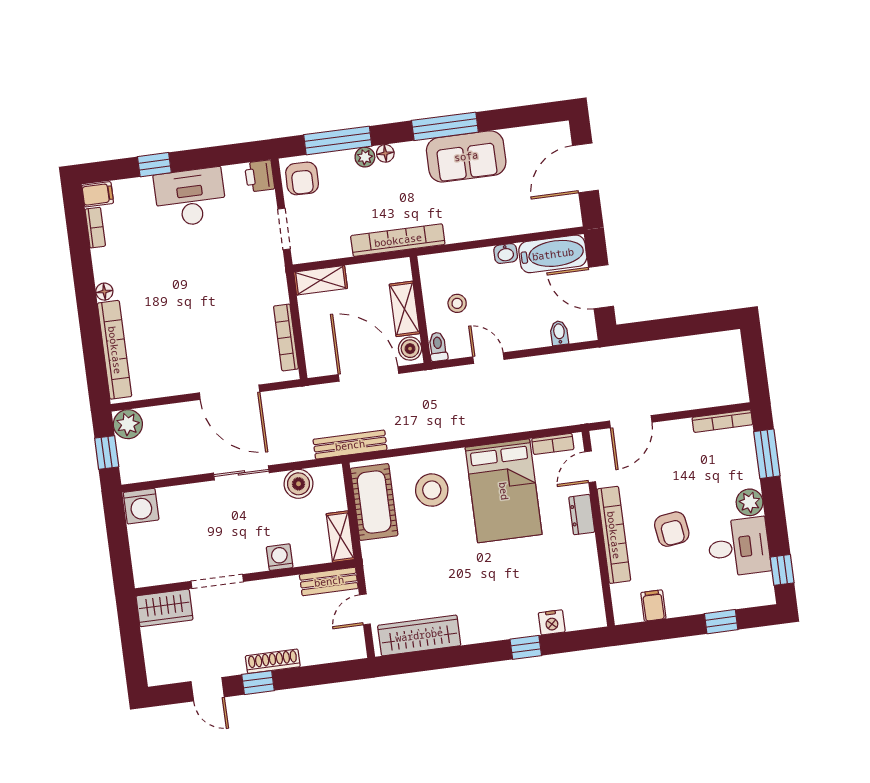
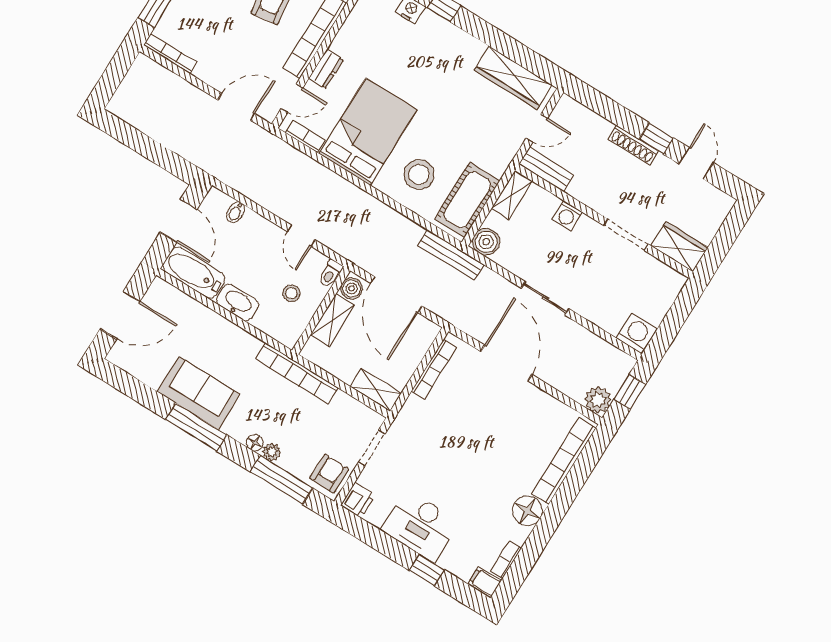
washbasin: (506, 253) -> (238, 302), width x1.91, depth x1.45
floor lamp: (104, 292) -> (527, 511), width x1.89, depth x1.89
boiler: (298, 484) -> (486, 242), moved

